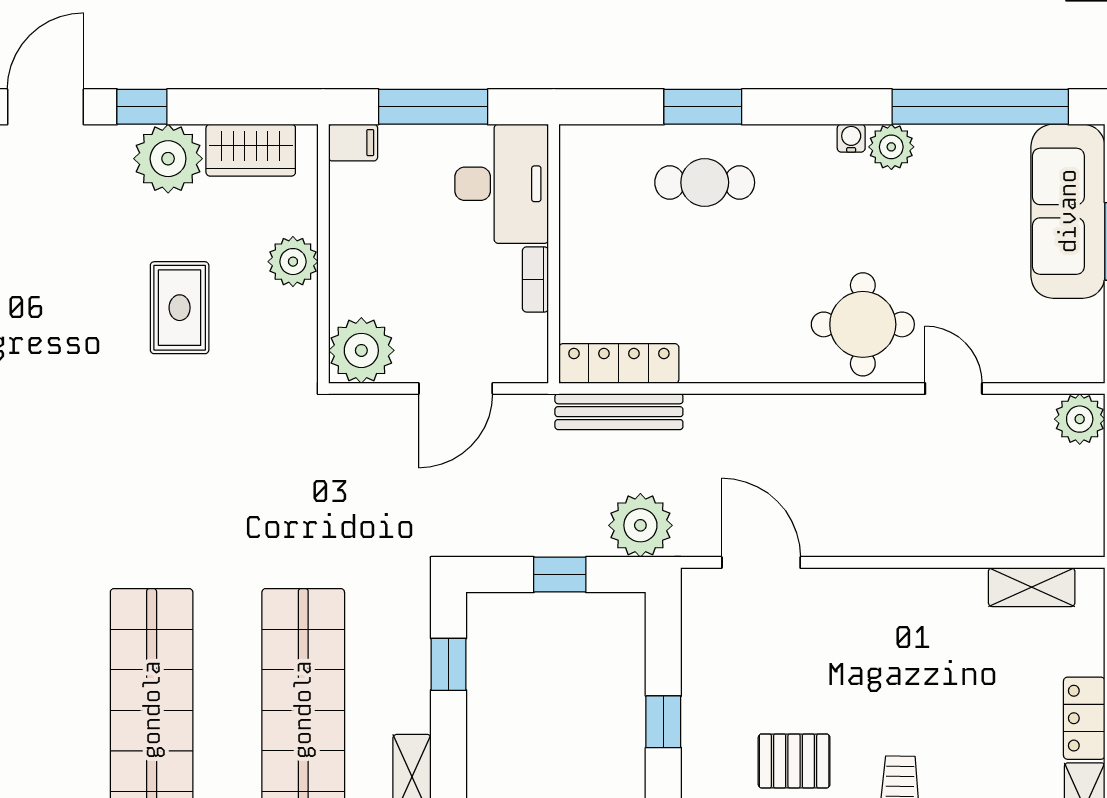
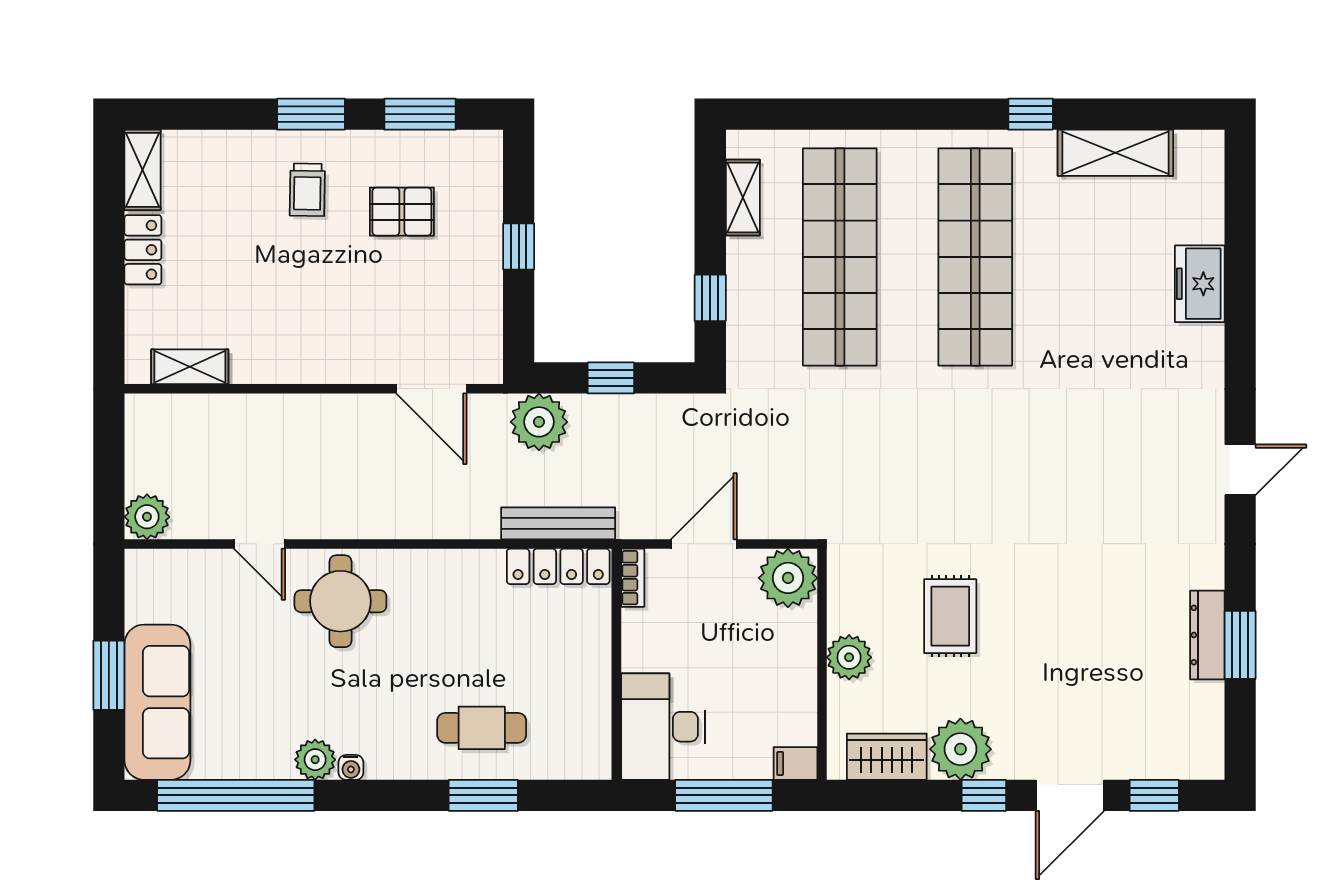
bookcase: (535, 279) -> (633, 578), moved

